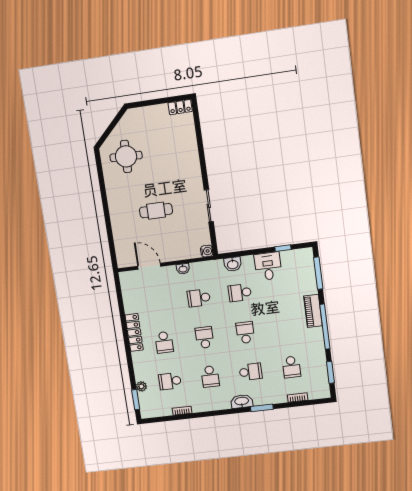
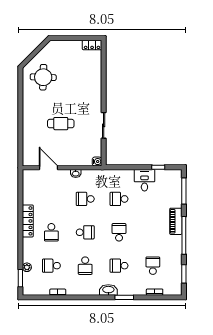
washbasin: (233, 264) -> (116, 175), removed
school desk: (204, 337) -> (85, 232), turned 90
school desk: (291, 367) -> (153, 266), turned 180
school desk: (251, 372) -> (119, 266), turned 180

